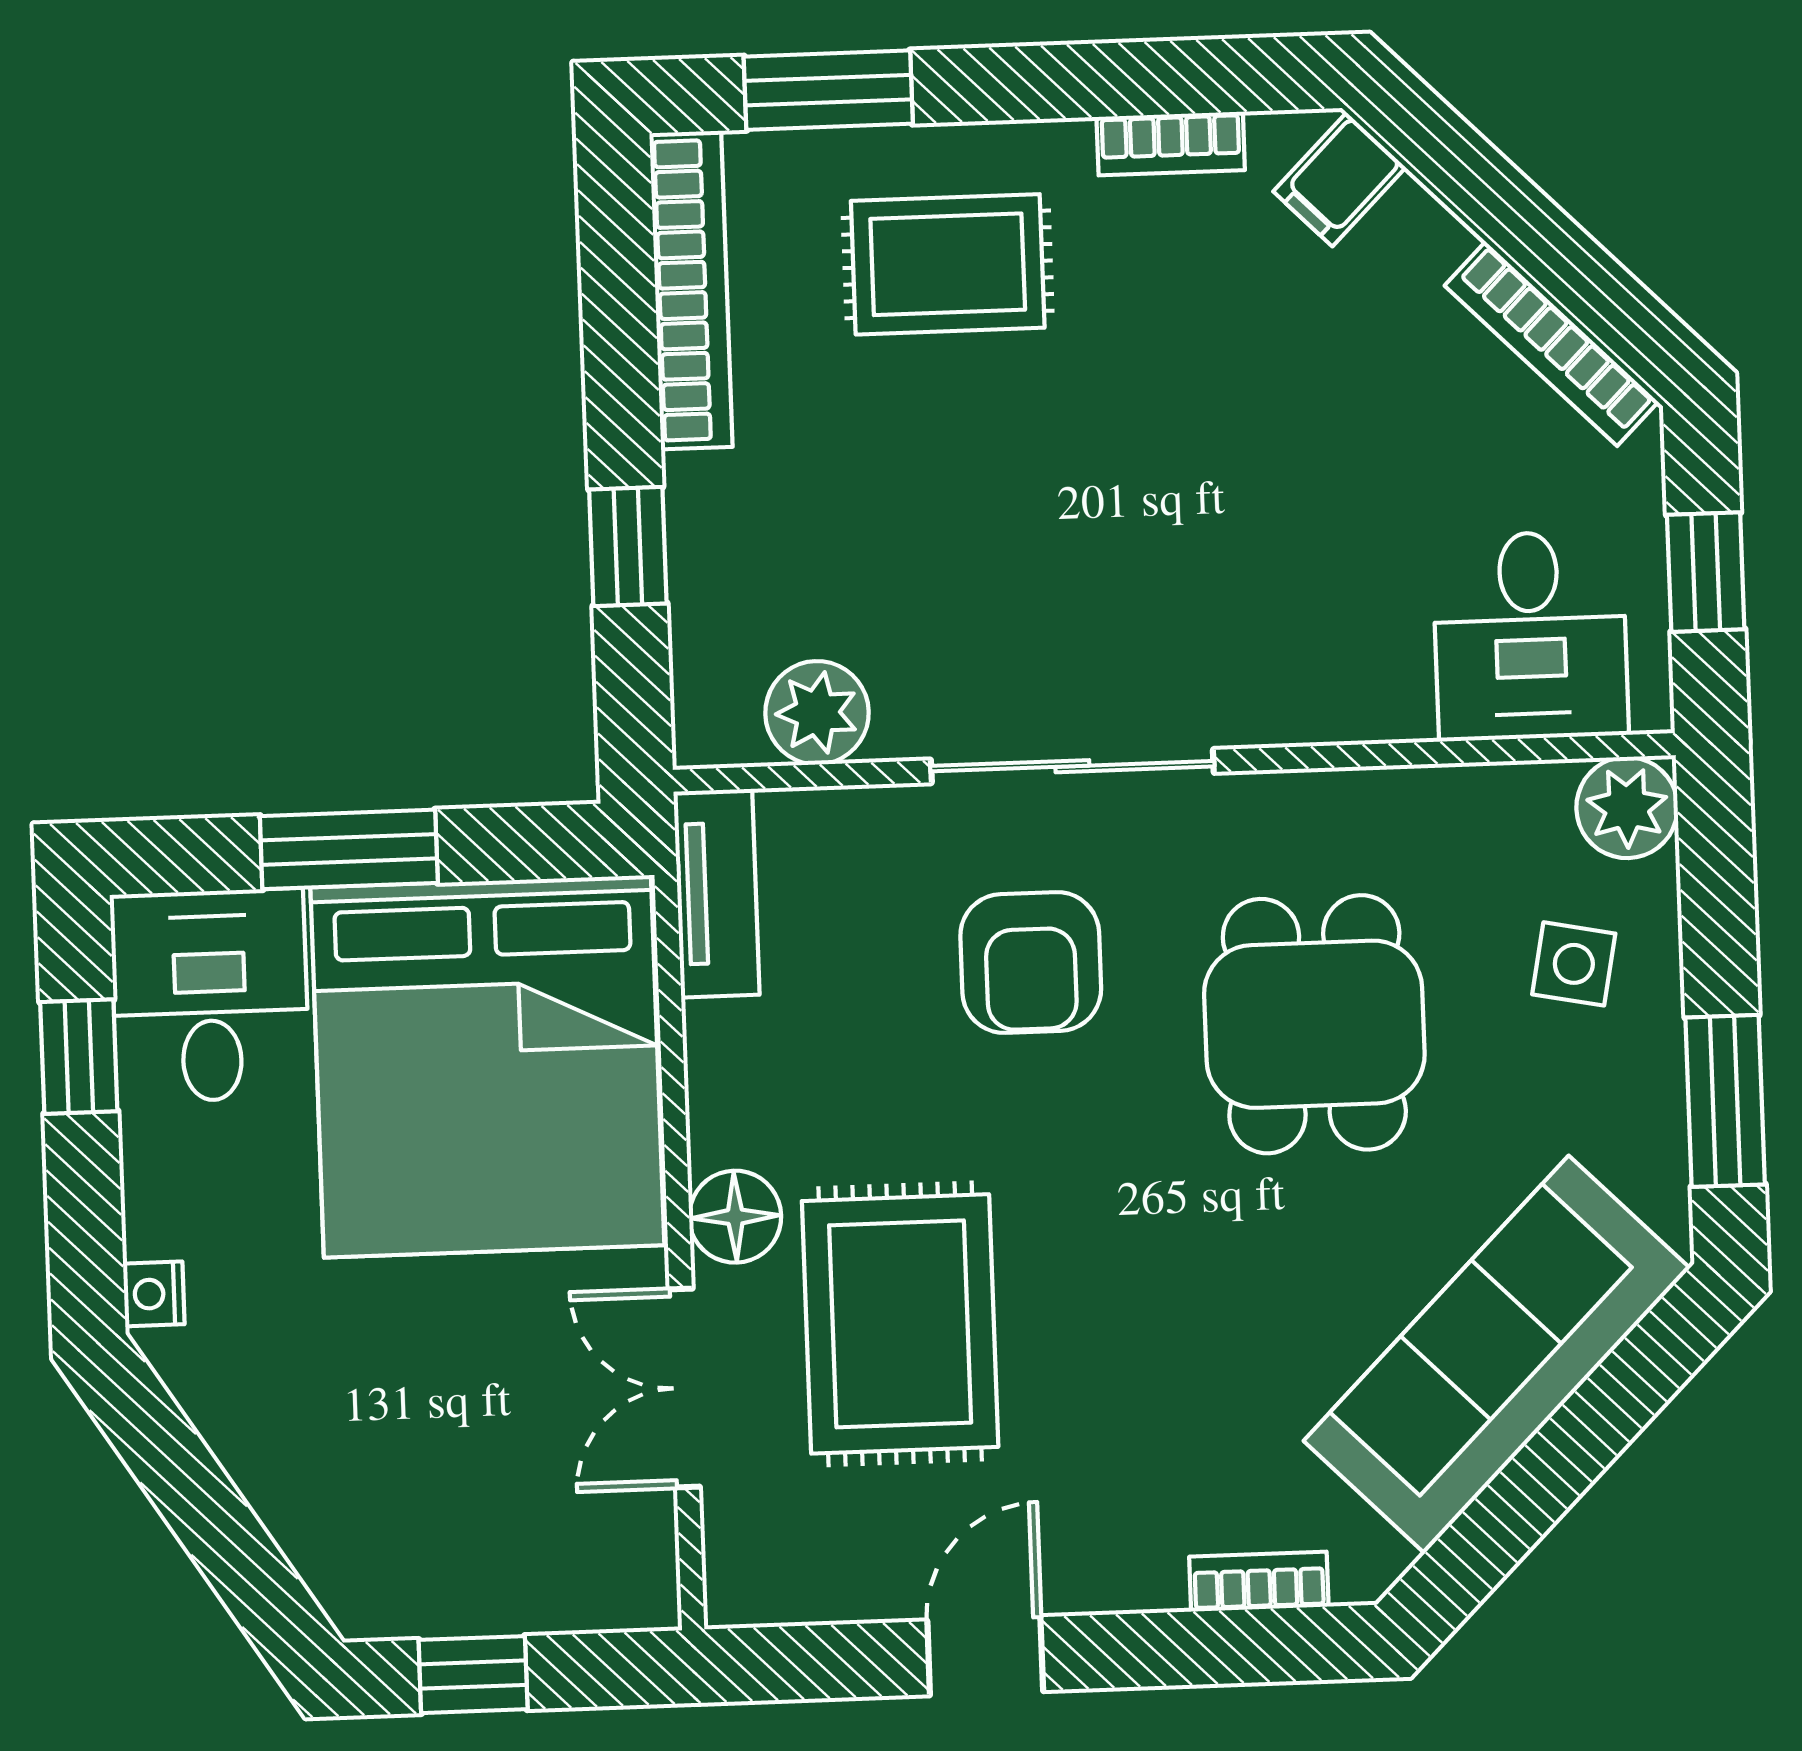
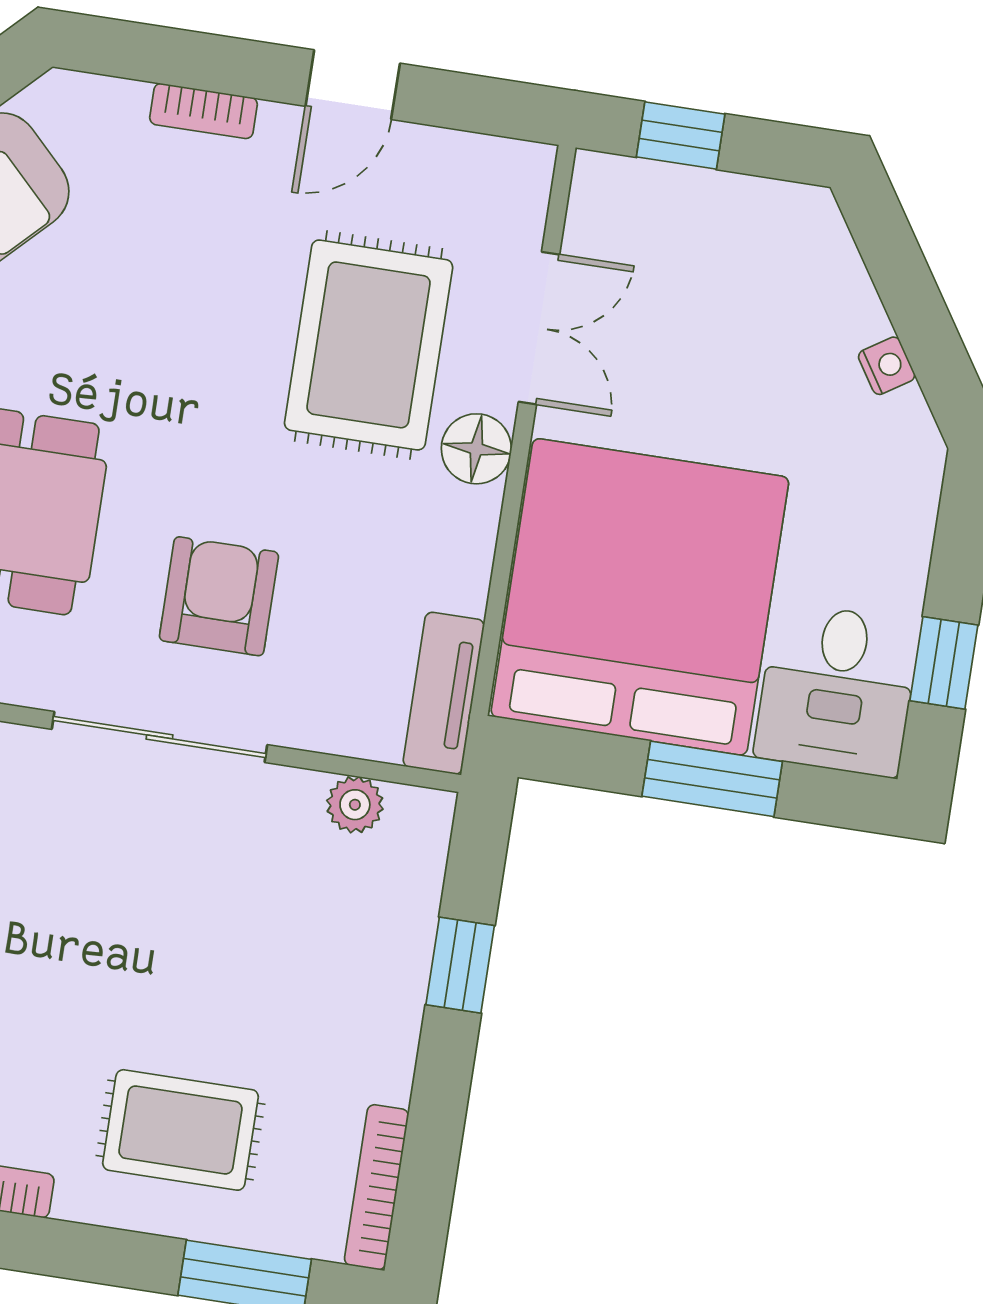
bookcase: (691, 290) -> (376, 1187), width x0.68, depth x0.76
plant: (817, 713) -> (355, 805), width x0.73, depth x0.73
nightstand: (154, 1294) -> (887, 366), moved, turned -33
bookcase: (1259, 1582) -> (204, 111), moved
window: (473, 1675) -> (681, 135), moved

